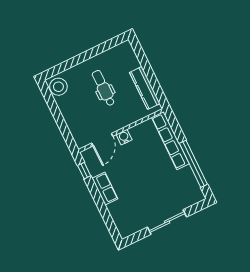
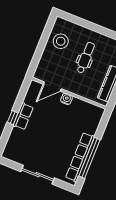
stool: (58, 87) -> (61, 41), moved
row of seats: (170, 140) -> (80, 157), moved
window: (84, 171) -> (13, 118), moved

